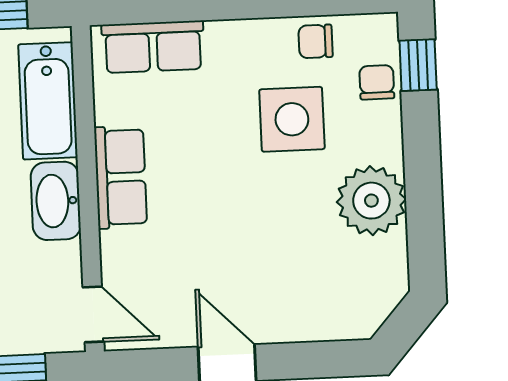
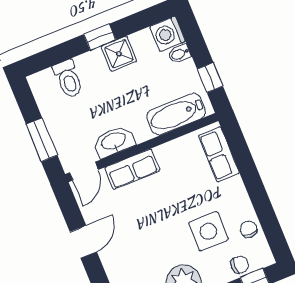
row of seats: (121, 177) -> (132, 169), moved
washbasin: (56, 201) -> (114, 141), moved

